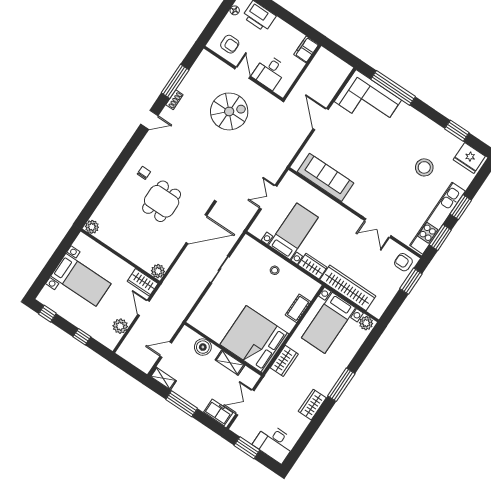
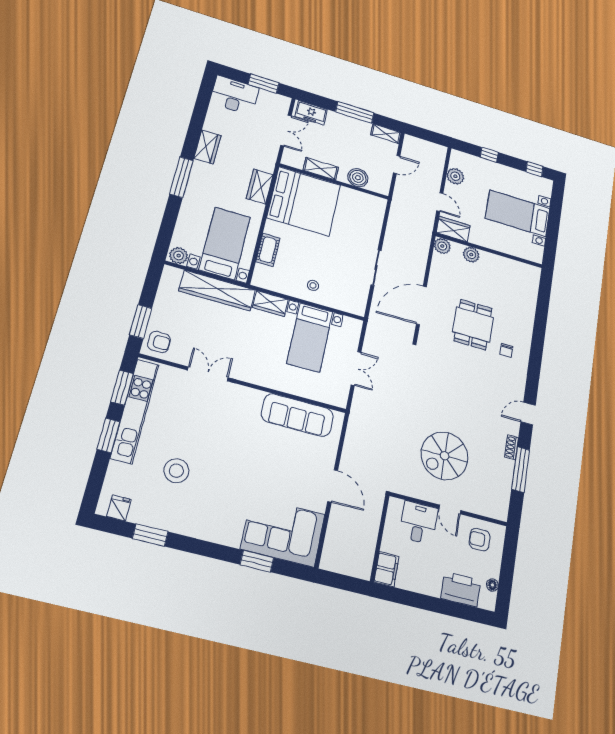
window: (393, 88) -> (257, 561), width x0.47
fridge: (469, 158) -> (119, 508), width x0.53, depth x0.75
plant: (92, 227) -> (471, 255), moved

